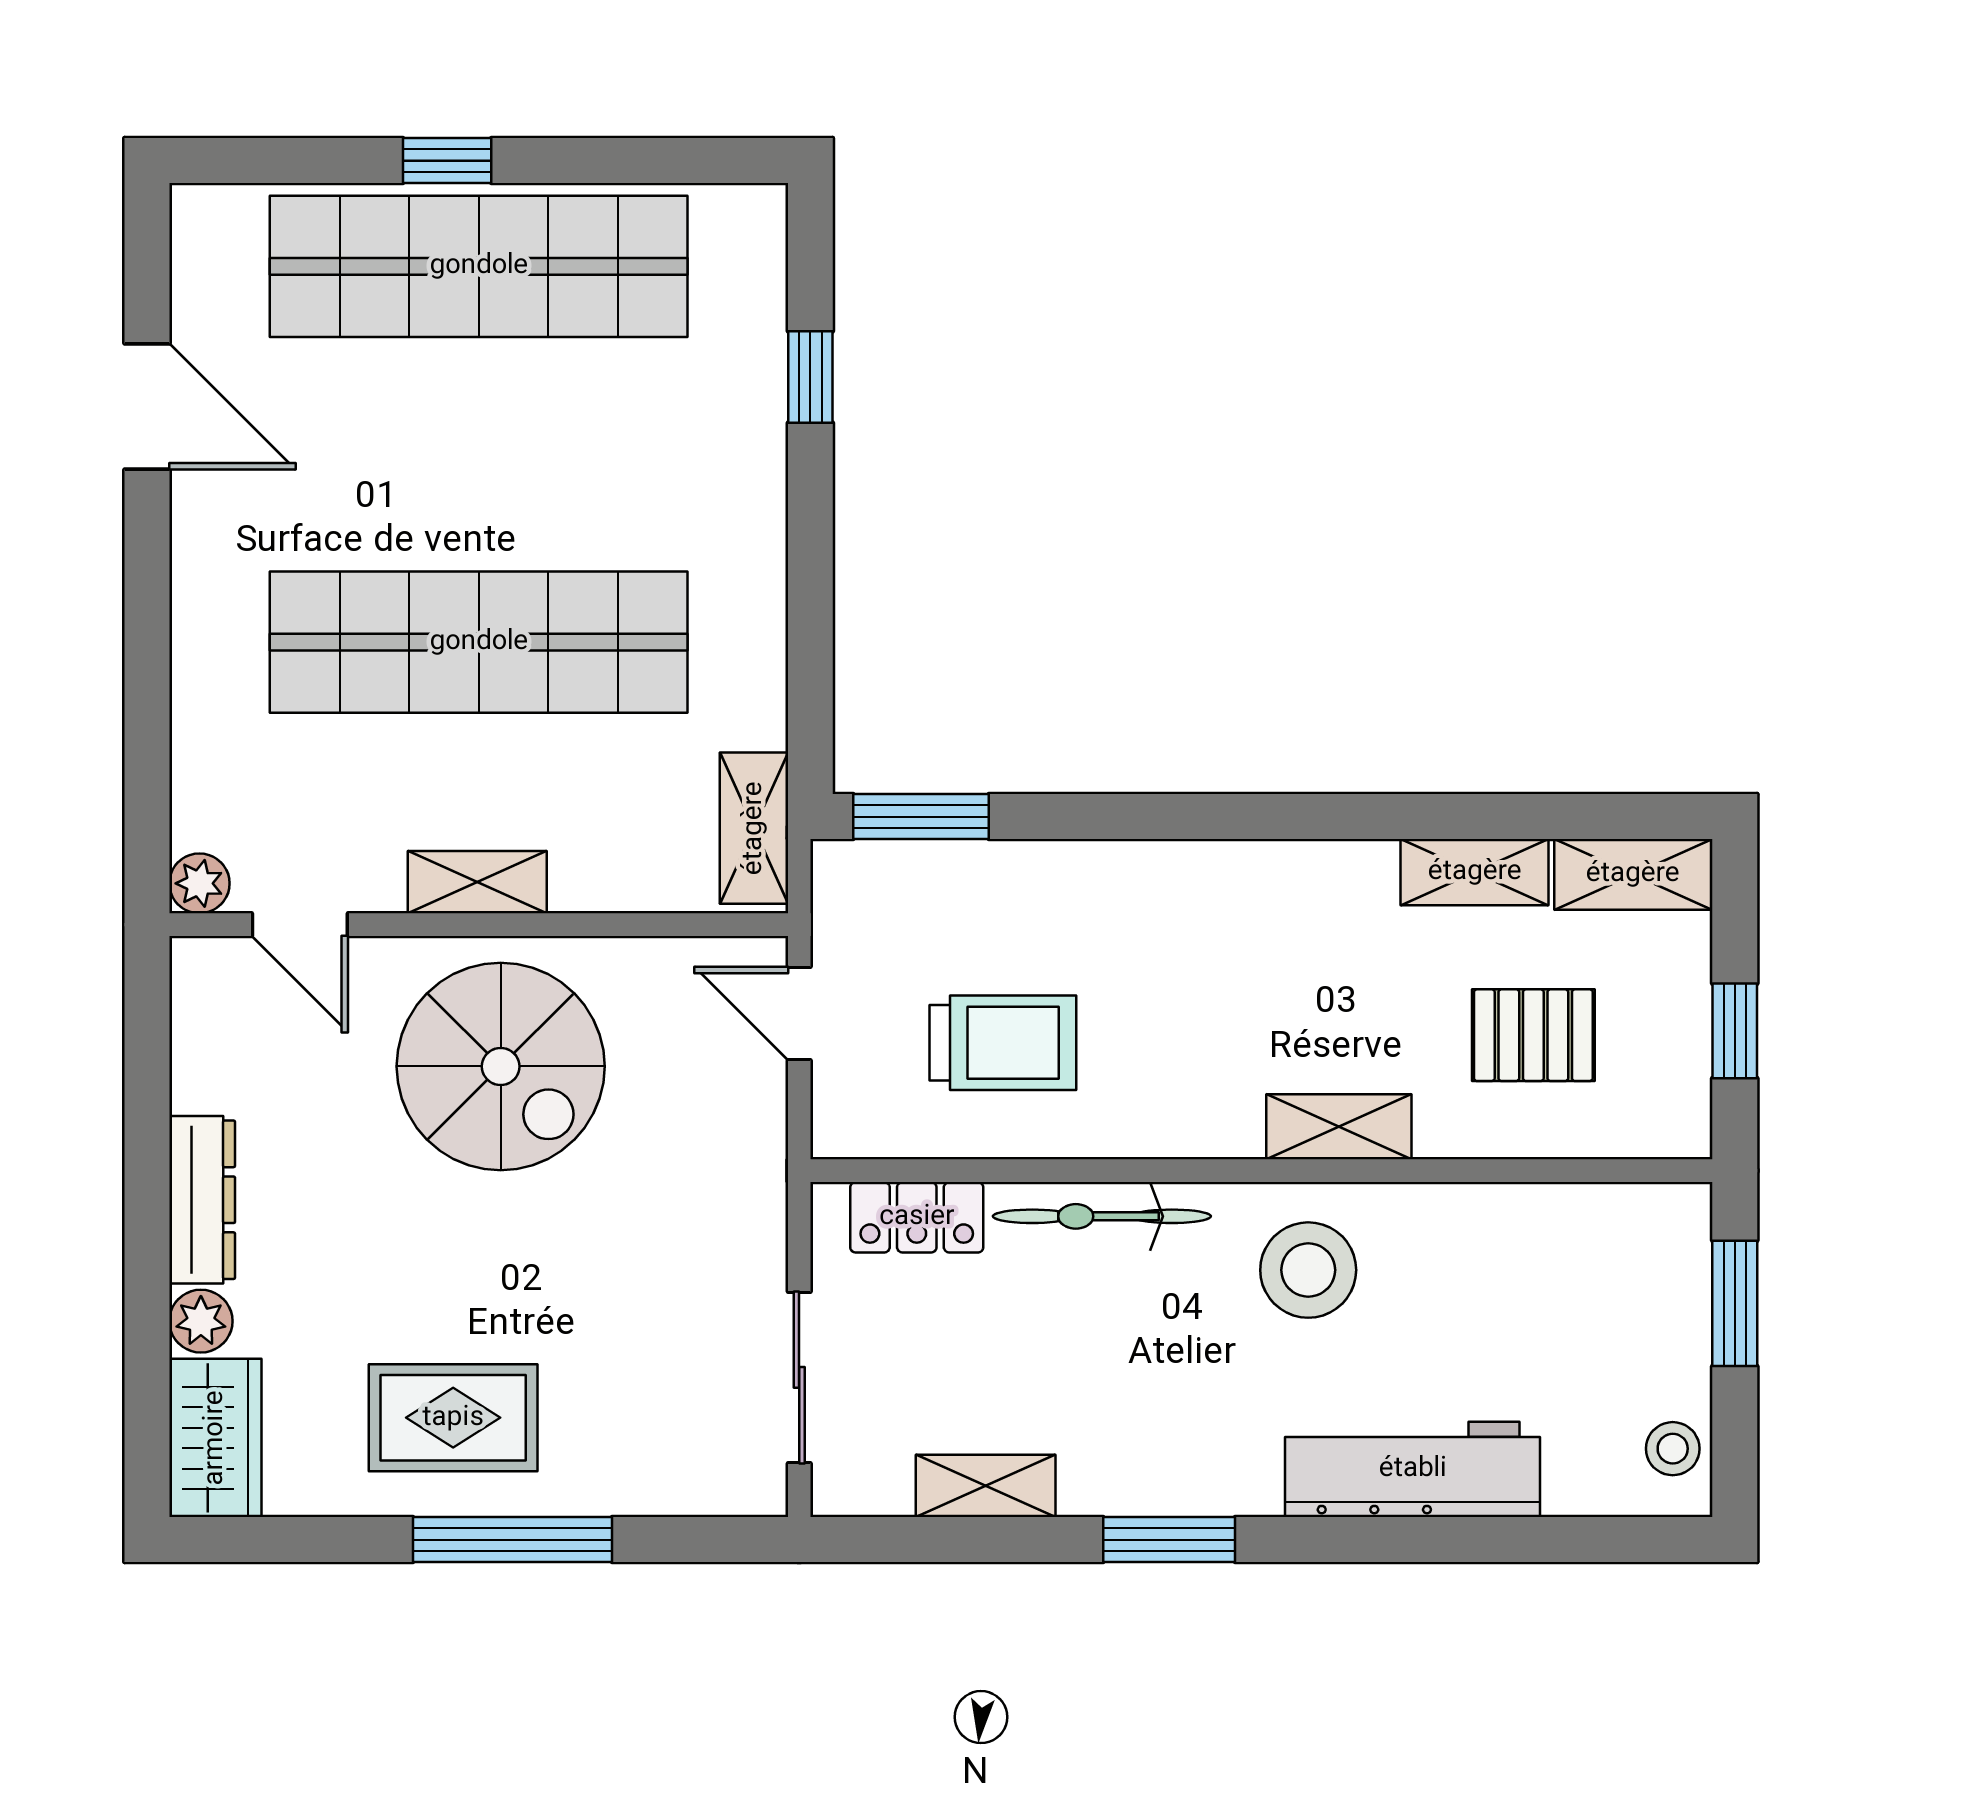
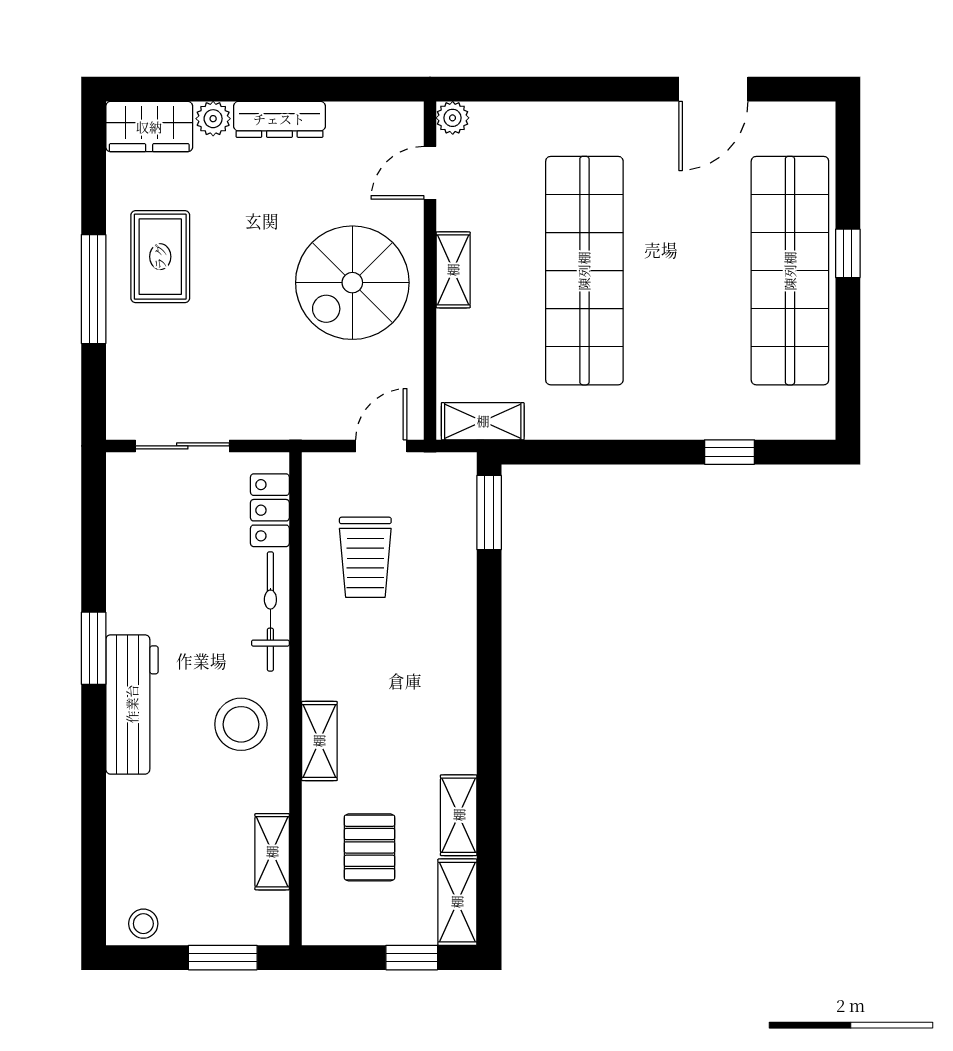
window: (1735, 1031) -> (412, 958), moved
workbench: (1413, 1469) -> (132, 704), moved
shelving: (986, 1486) -> (272, 852), moved

